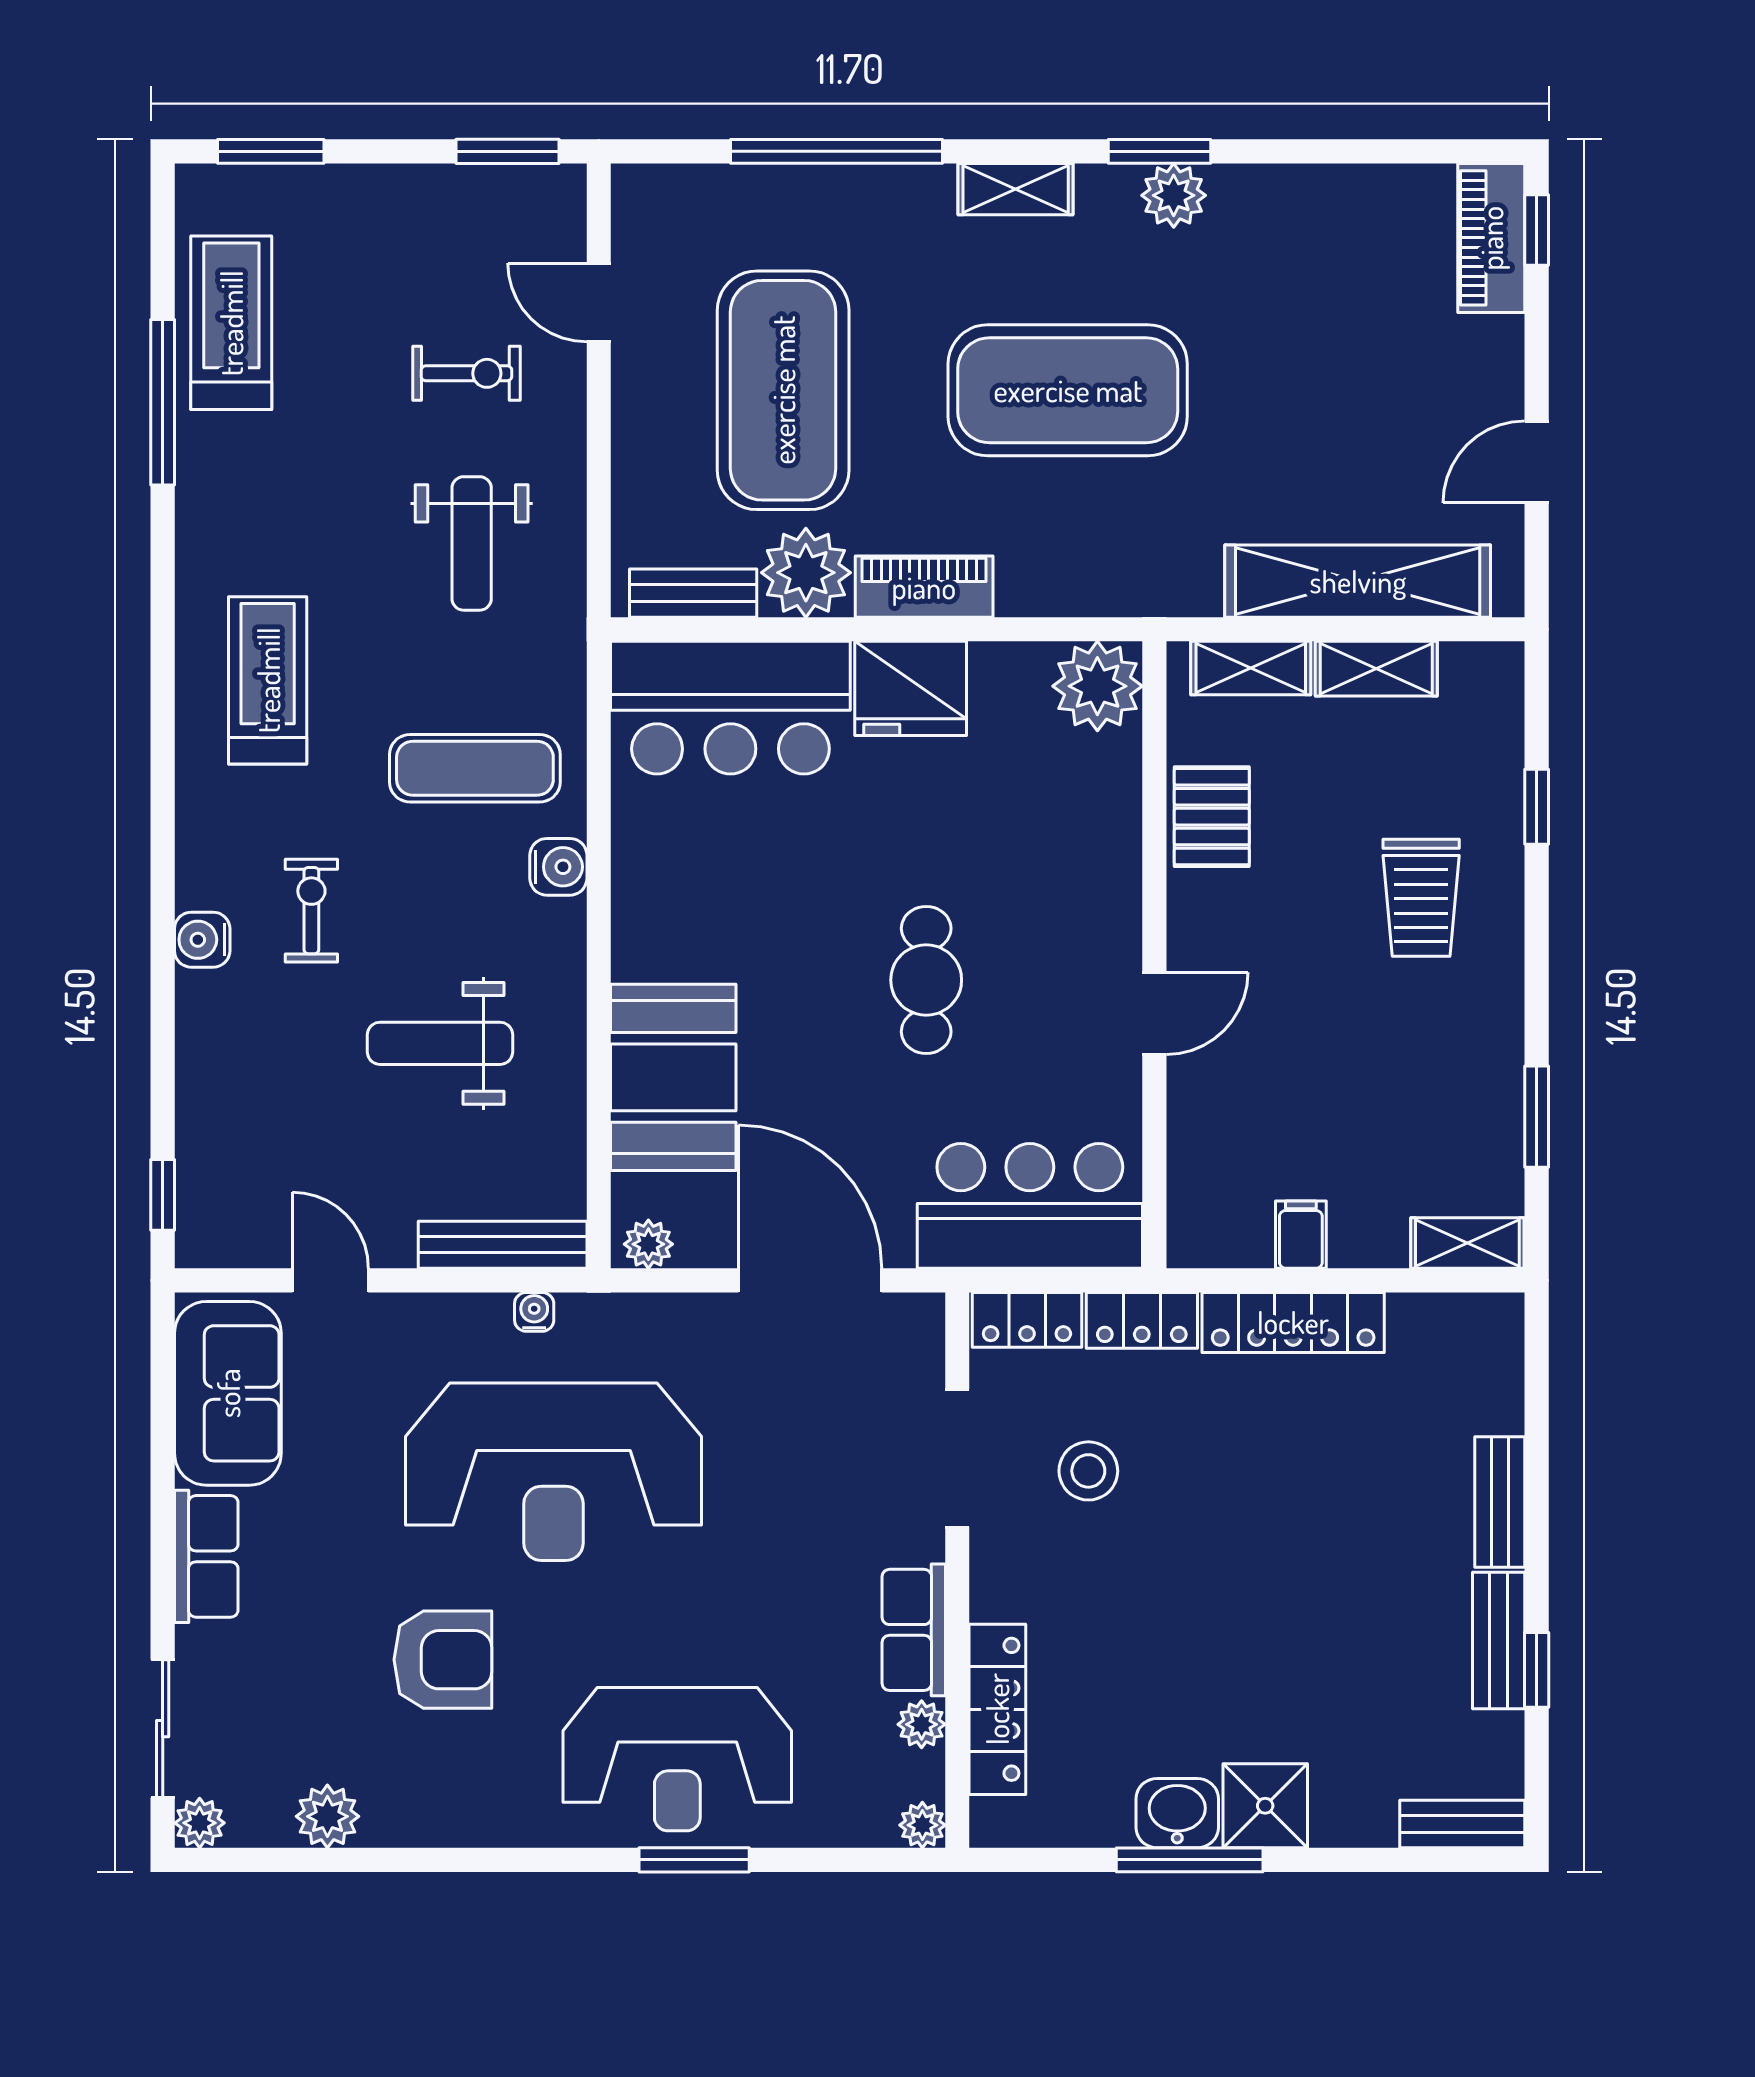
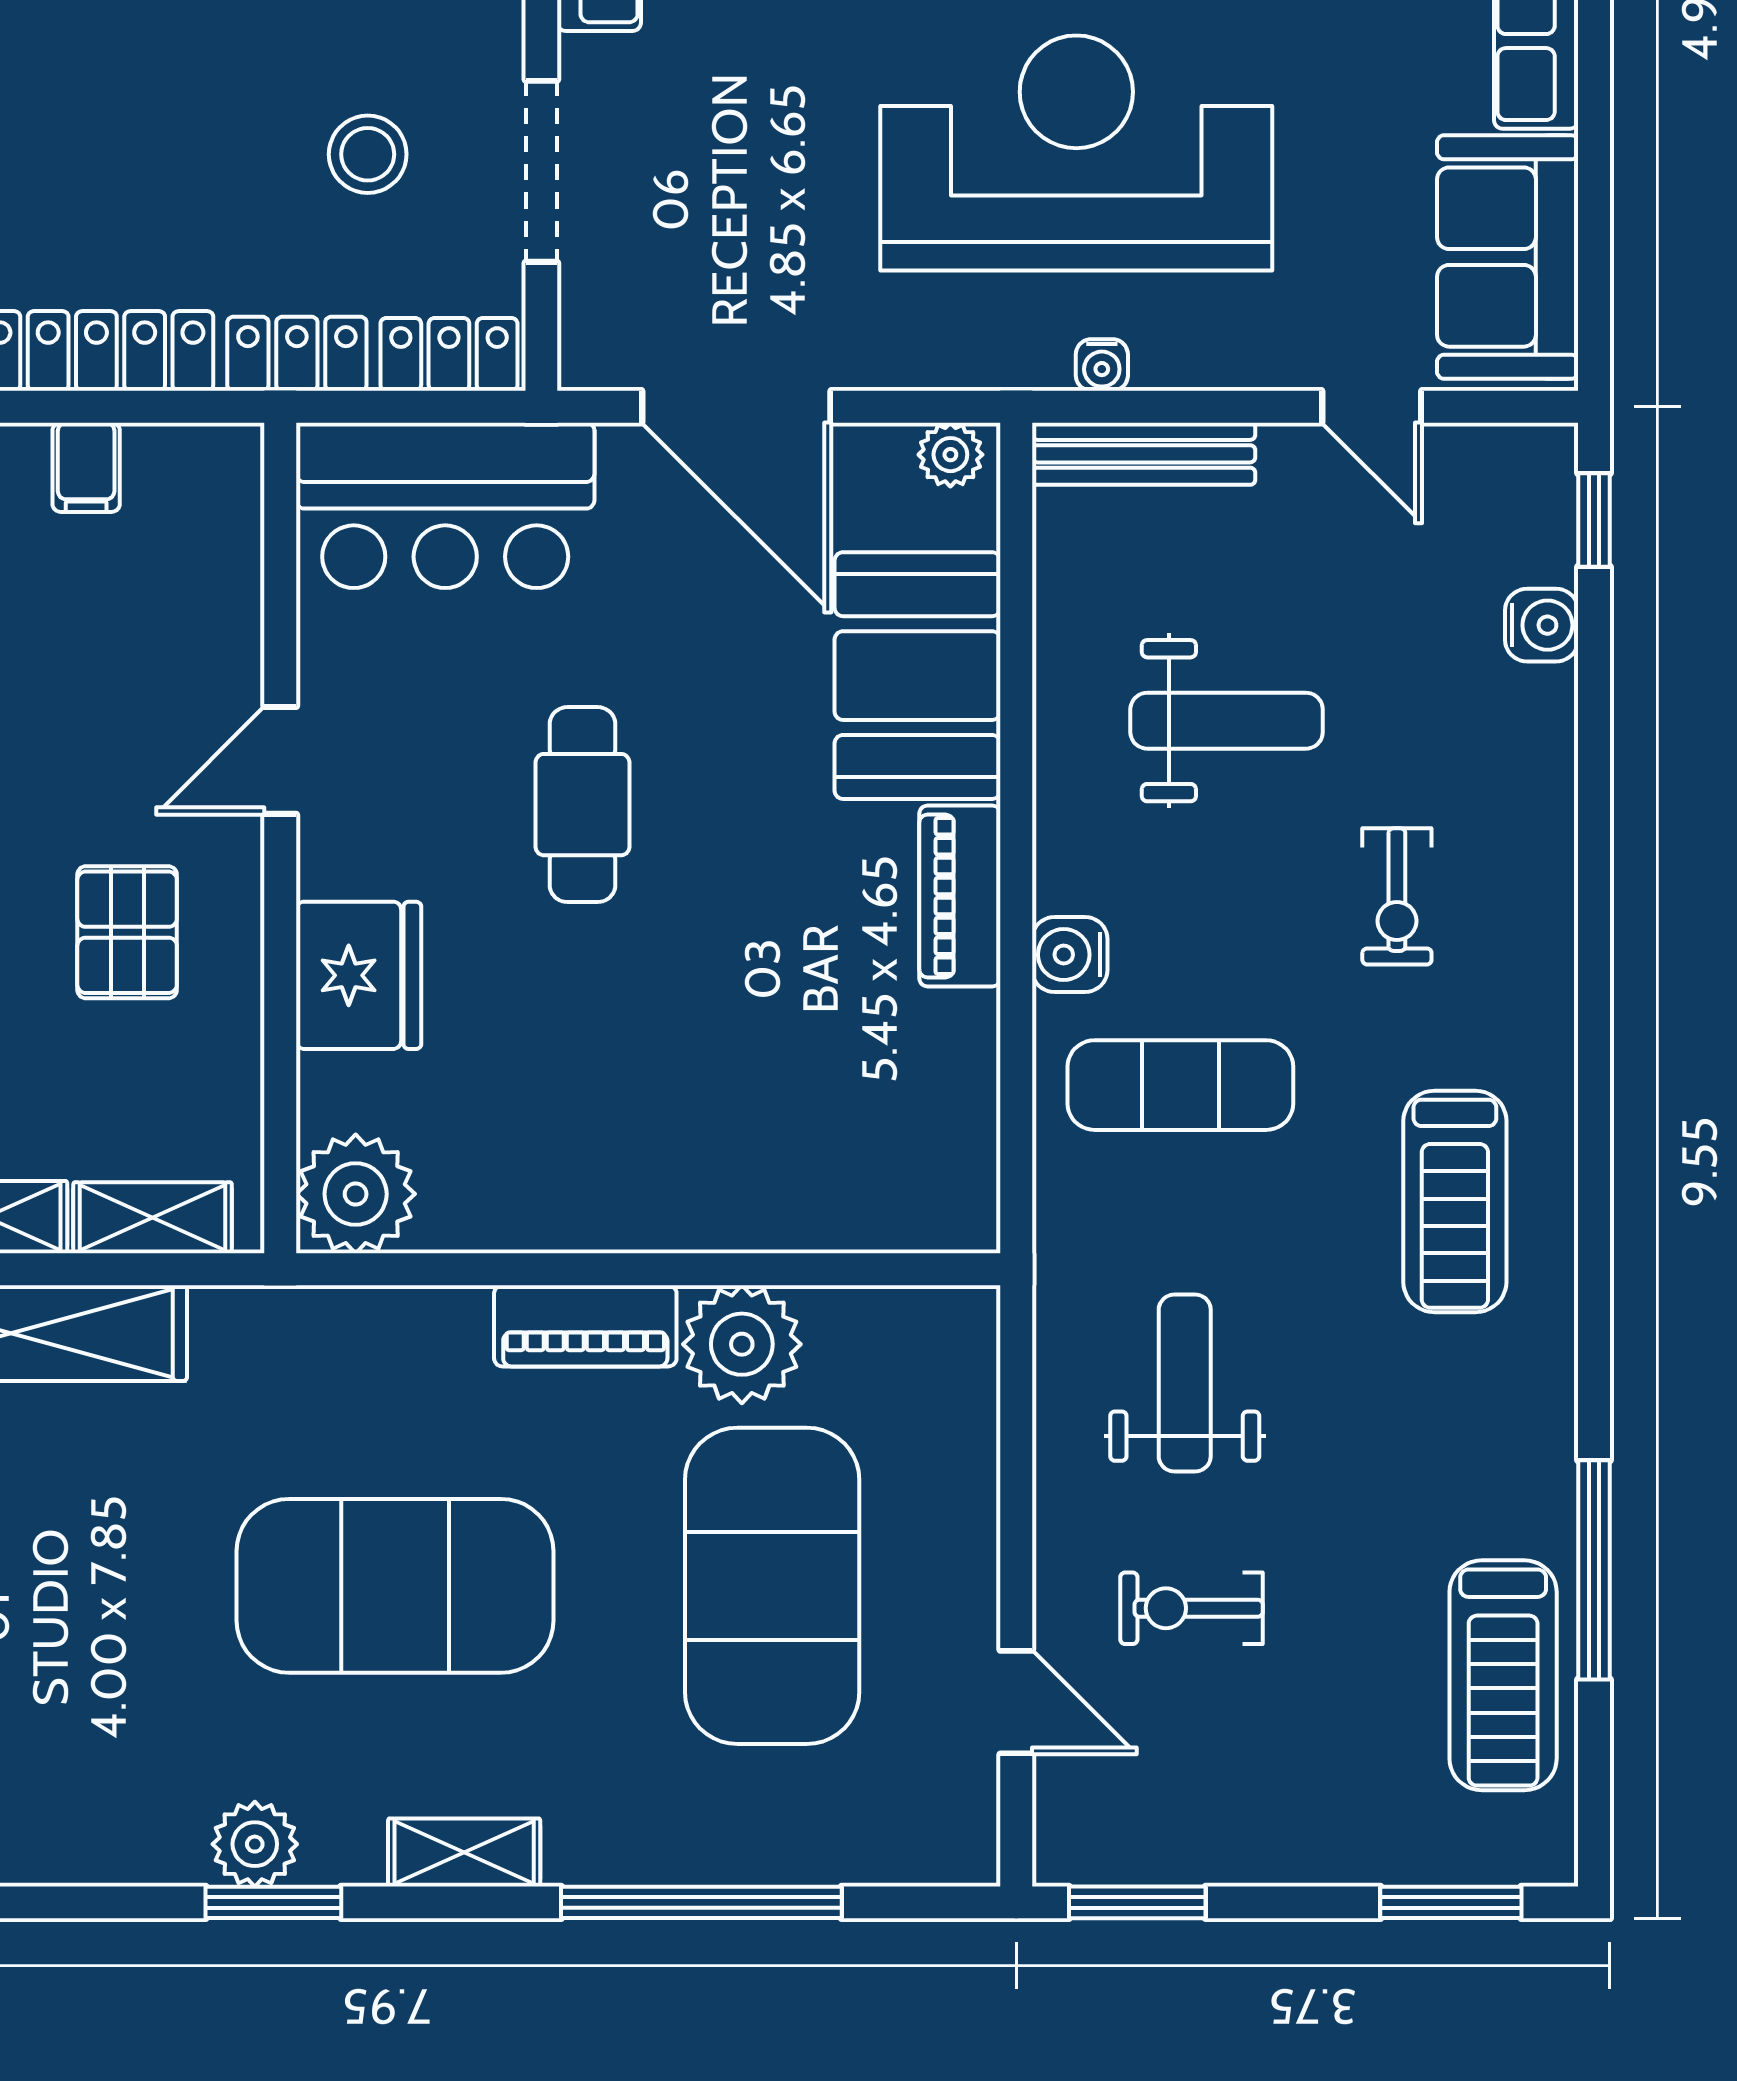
bench: (693, 593) -> (891, 1317), removed
fridge: (911, 688) -> (359, 975), moved, turned 90
bar counter: (730, 708) -> (842, 1165), removed
pallet: (1212, 817) -> (127, 932), moved
piano: (641, 911) -> (960, 896), added
water cooler: (202, 940) -> (1542, 625), moved

